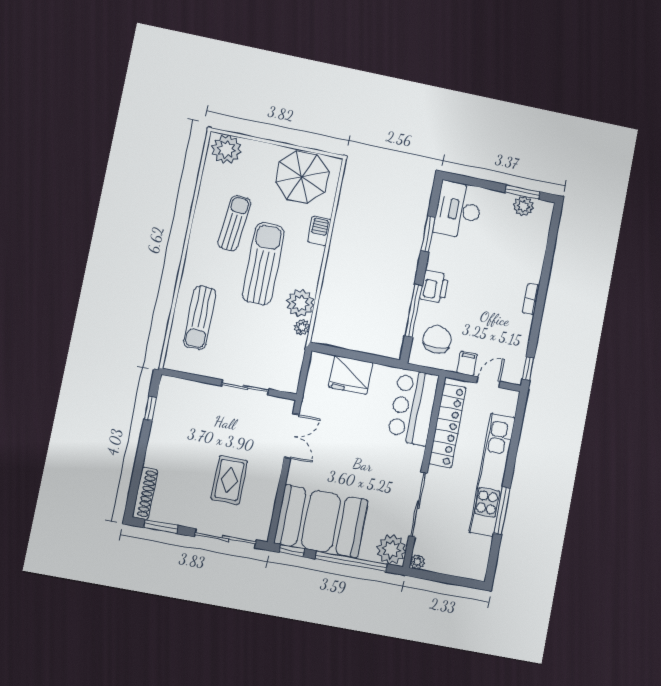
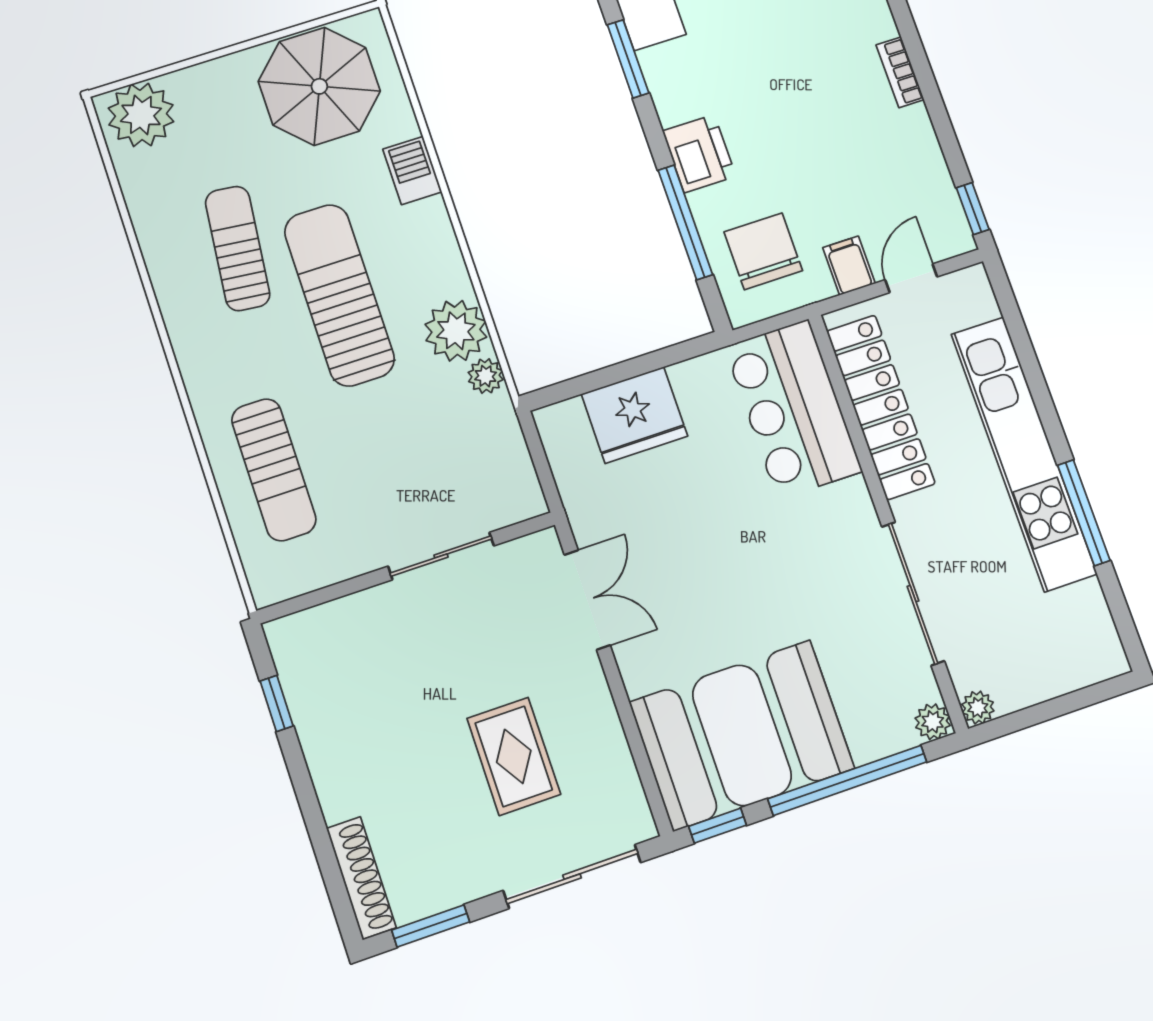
plant: (391, 549) -> (933, 722), width x0.53, depth x0.53

